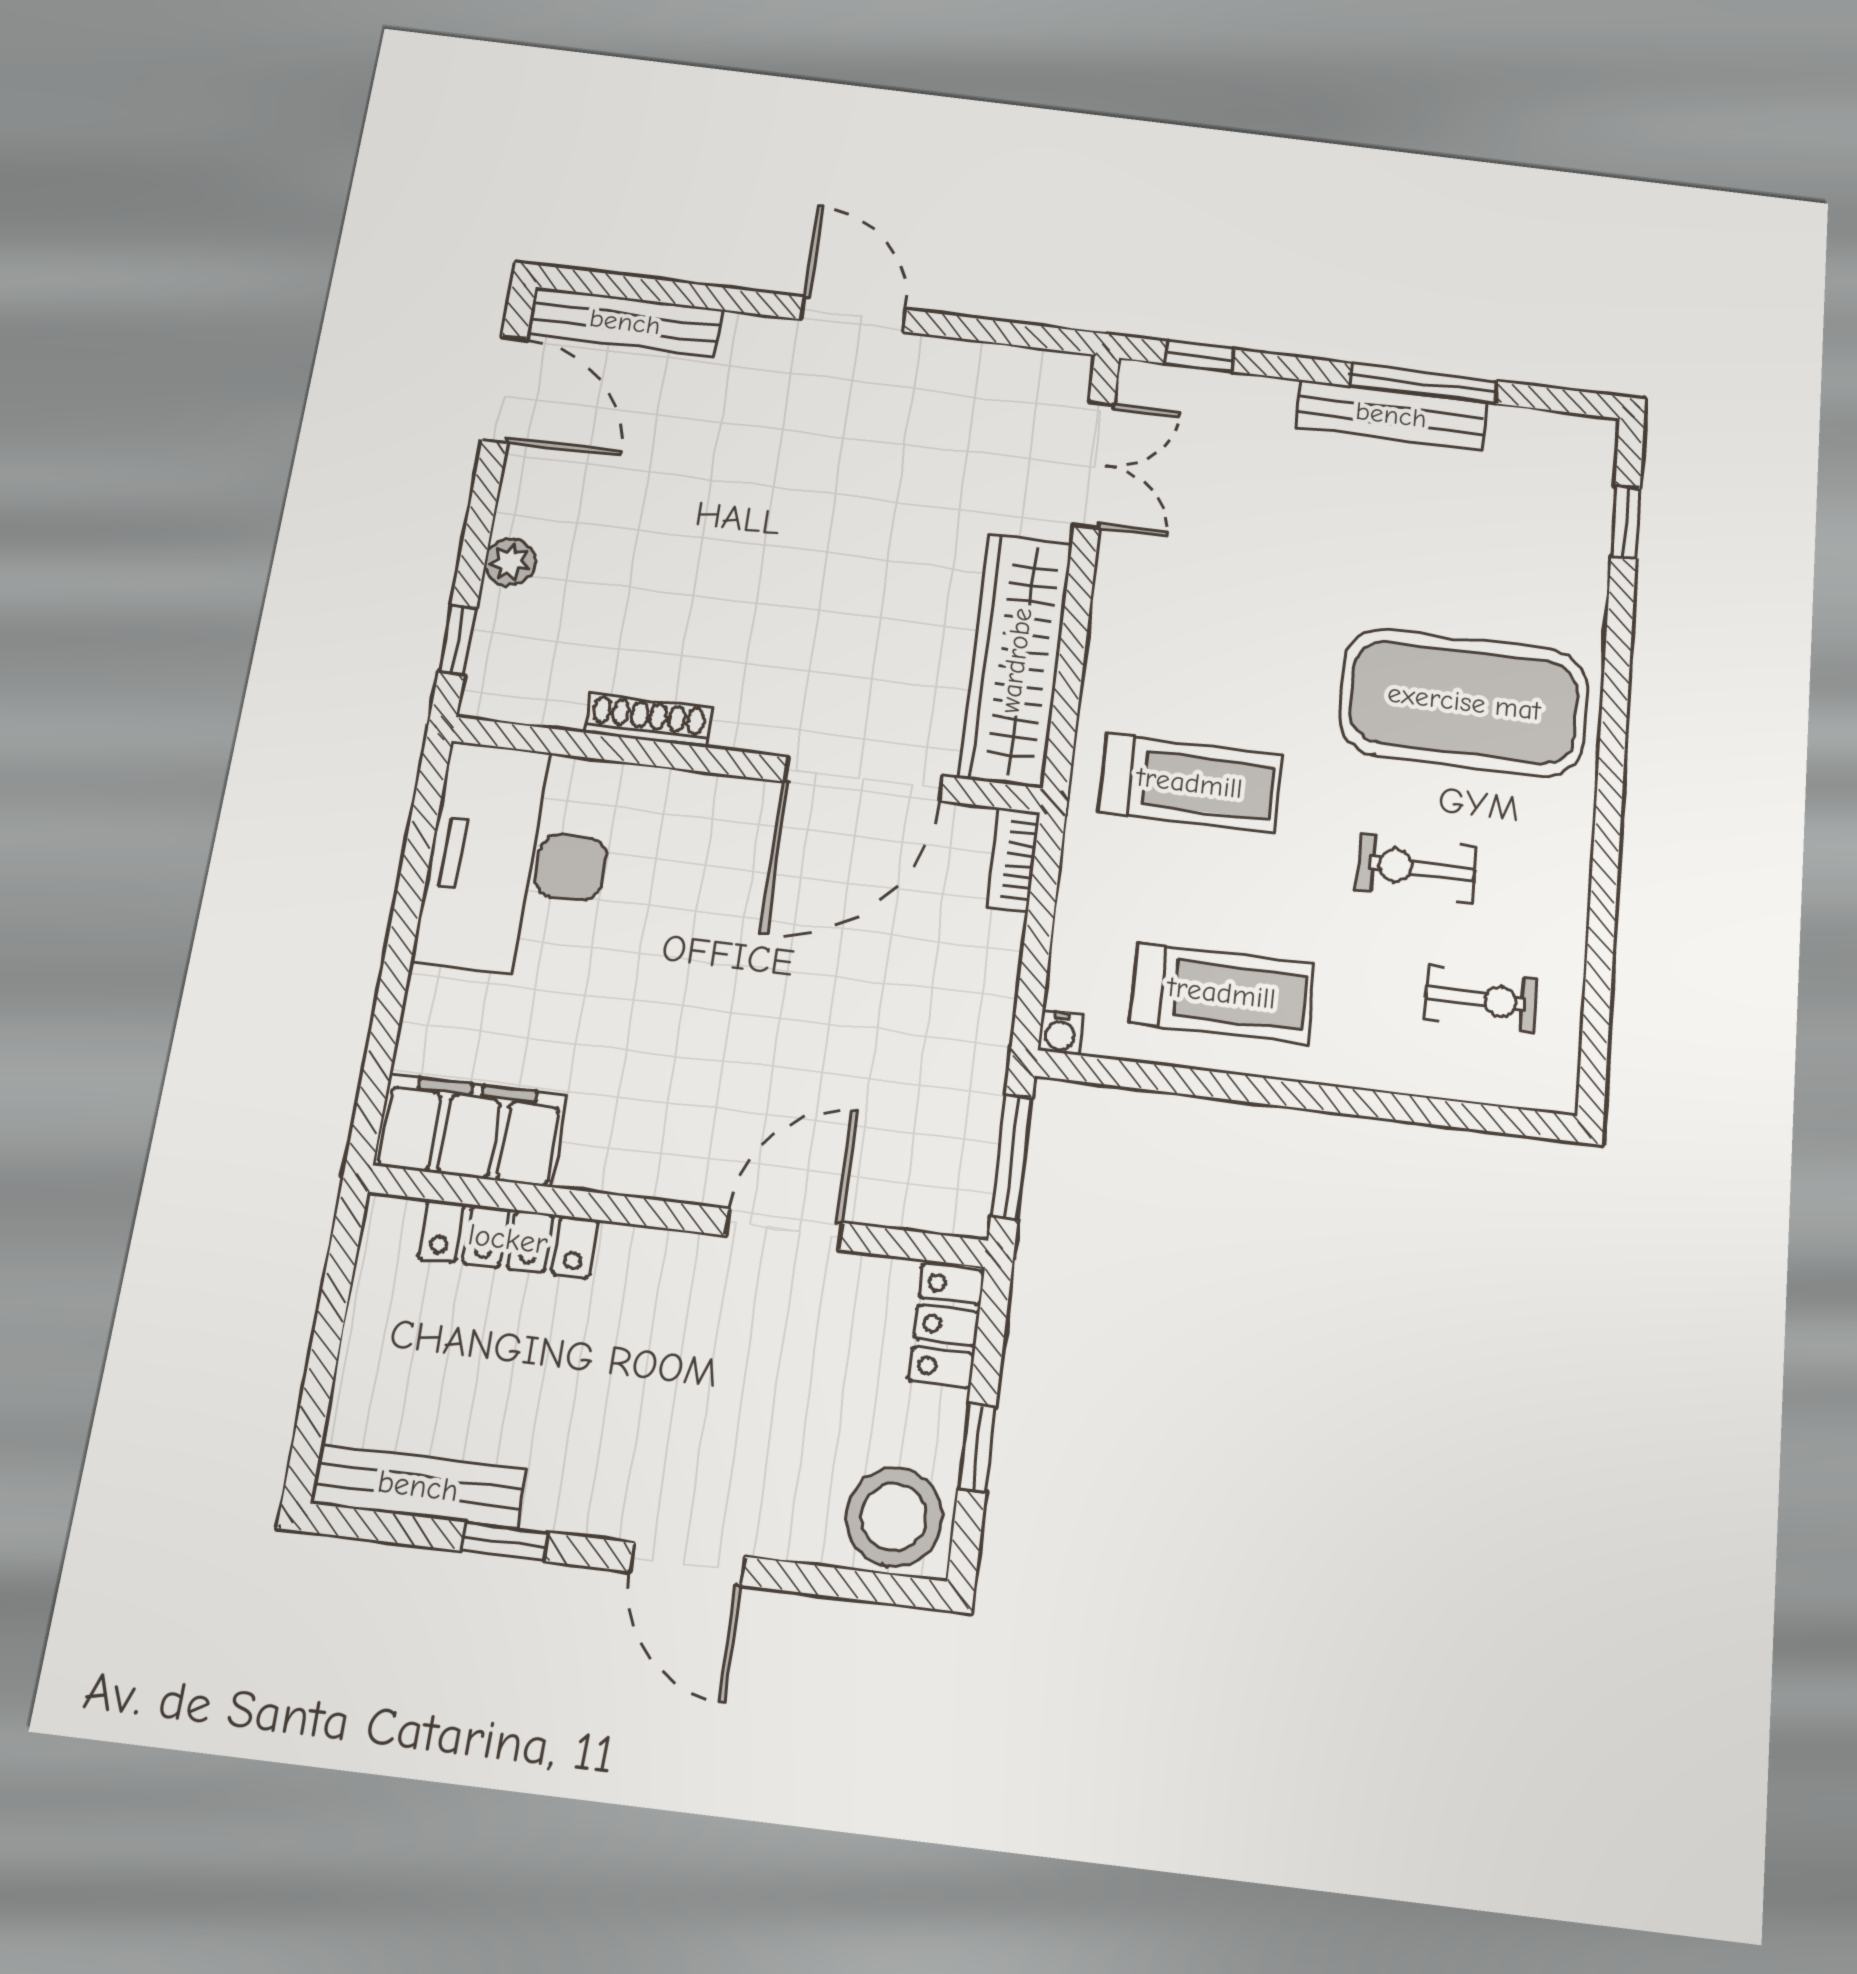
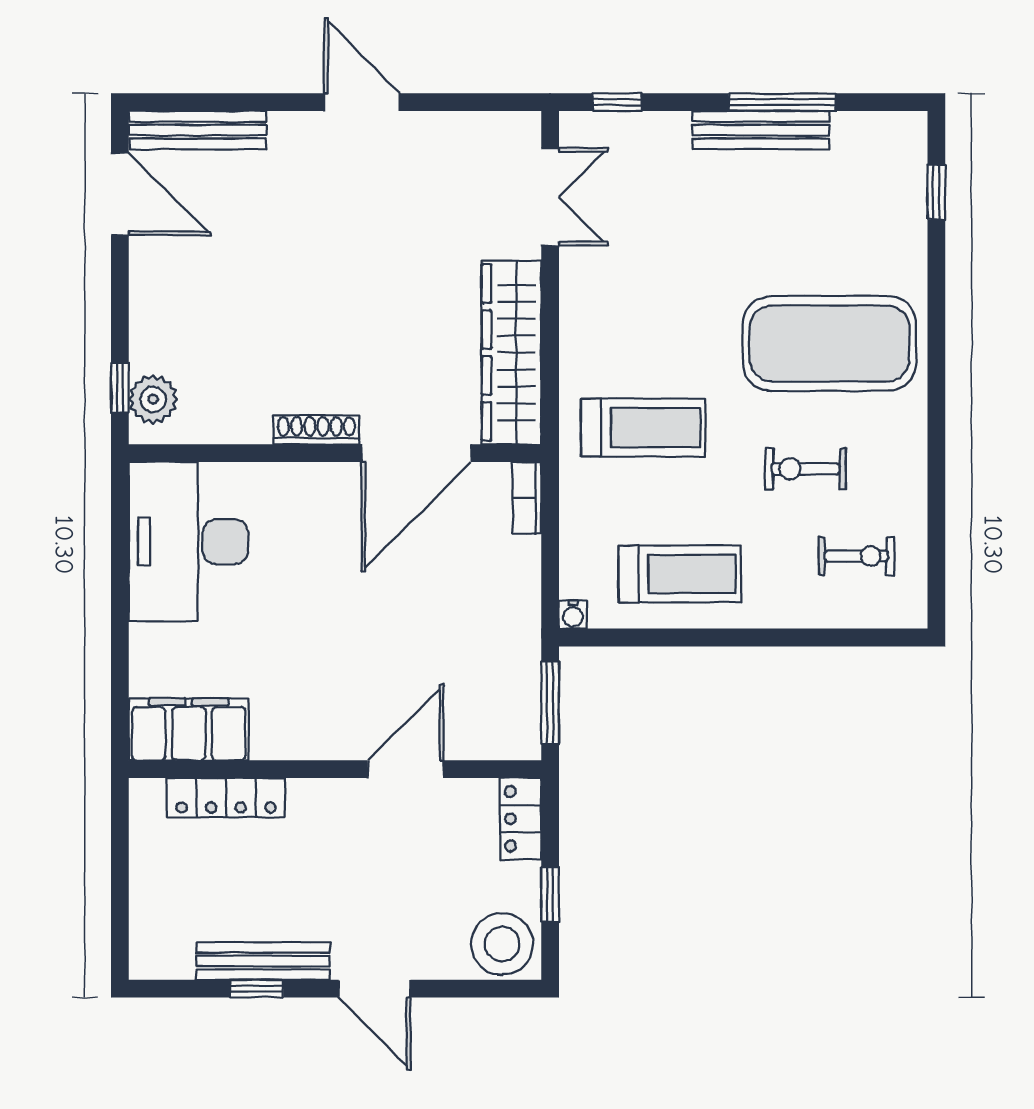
plant: (510, 562) -> (153, 399), moved, width x1.38, depth x1.38
shoe rack: (648, 720) -> (316, 430), moved
bench: (418, 1486) -> (263, 961), moved

